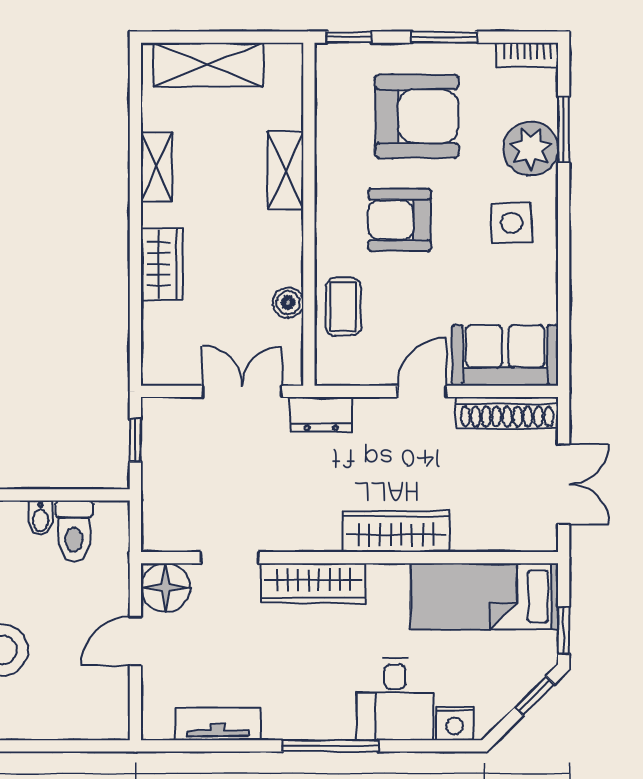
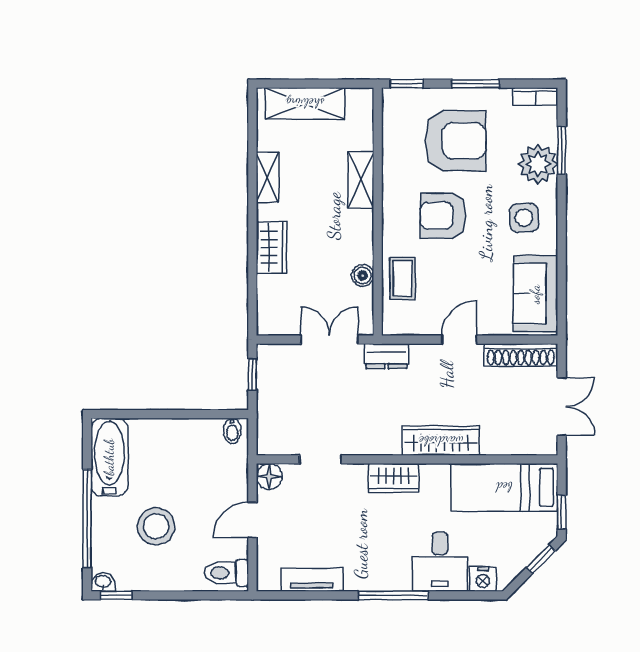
sofa: (505, 355) -> (535, 294), moved, turned -90
bidet: (40, 518) -> (232, 431), moved
toilet: (74, 531) -> (226, 573), moved, turned 90
wardrobe: (314, 583) -> (394, 478), width x0.67
floor lamp: (165, 588) -> (269, 476), width x0.73, depth x0.73

